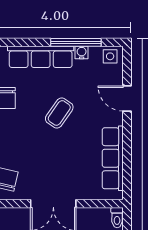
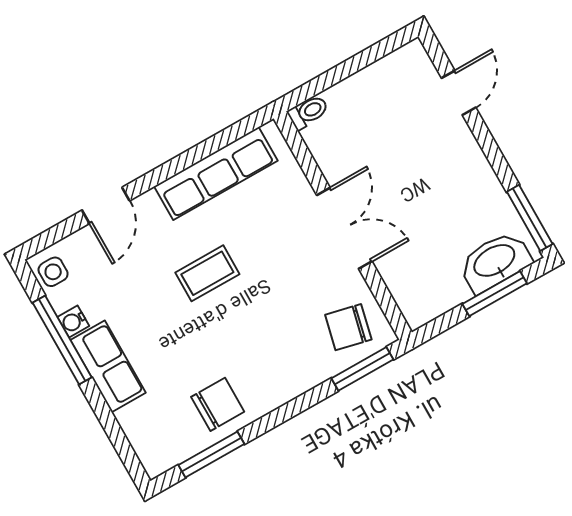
row of seats: (41, 57) -> (108, 366), width x0.68
coffee table: (59, 113) -> (207, 273), moved, turned -35

